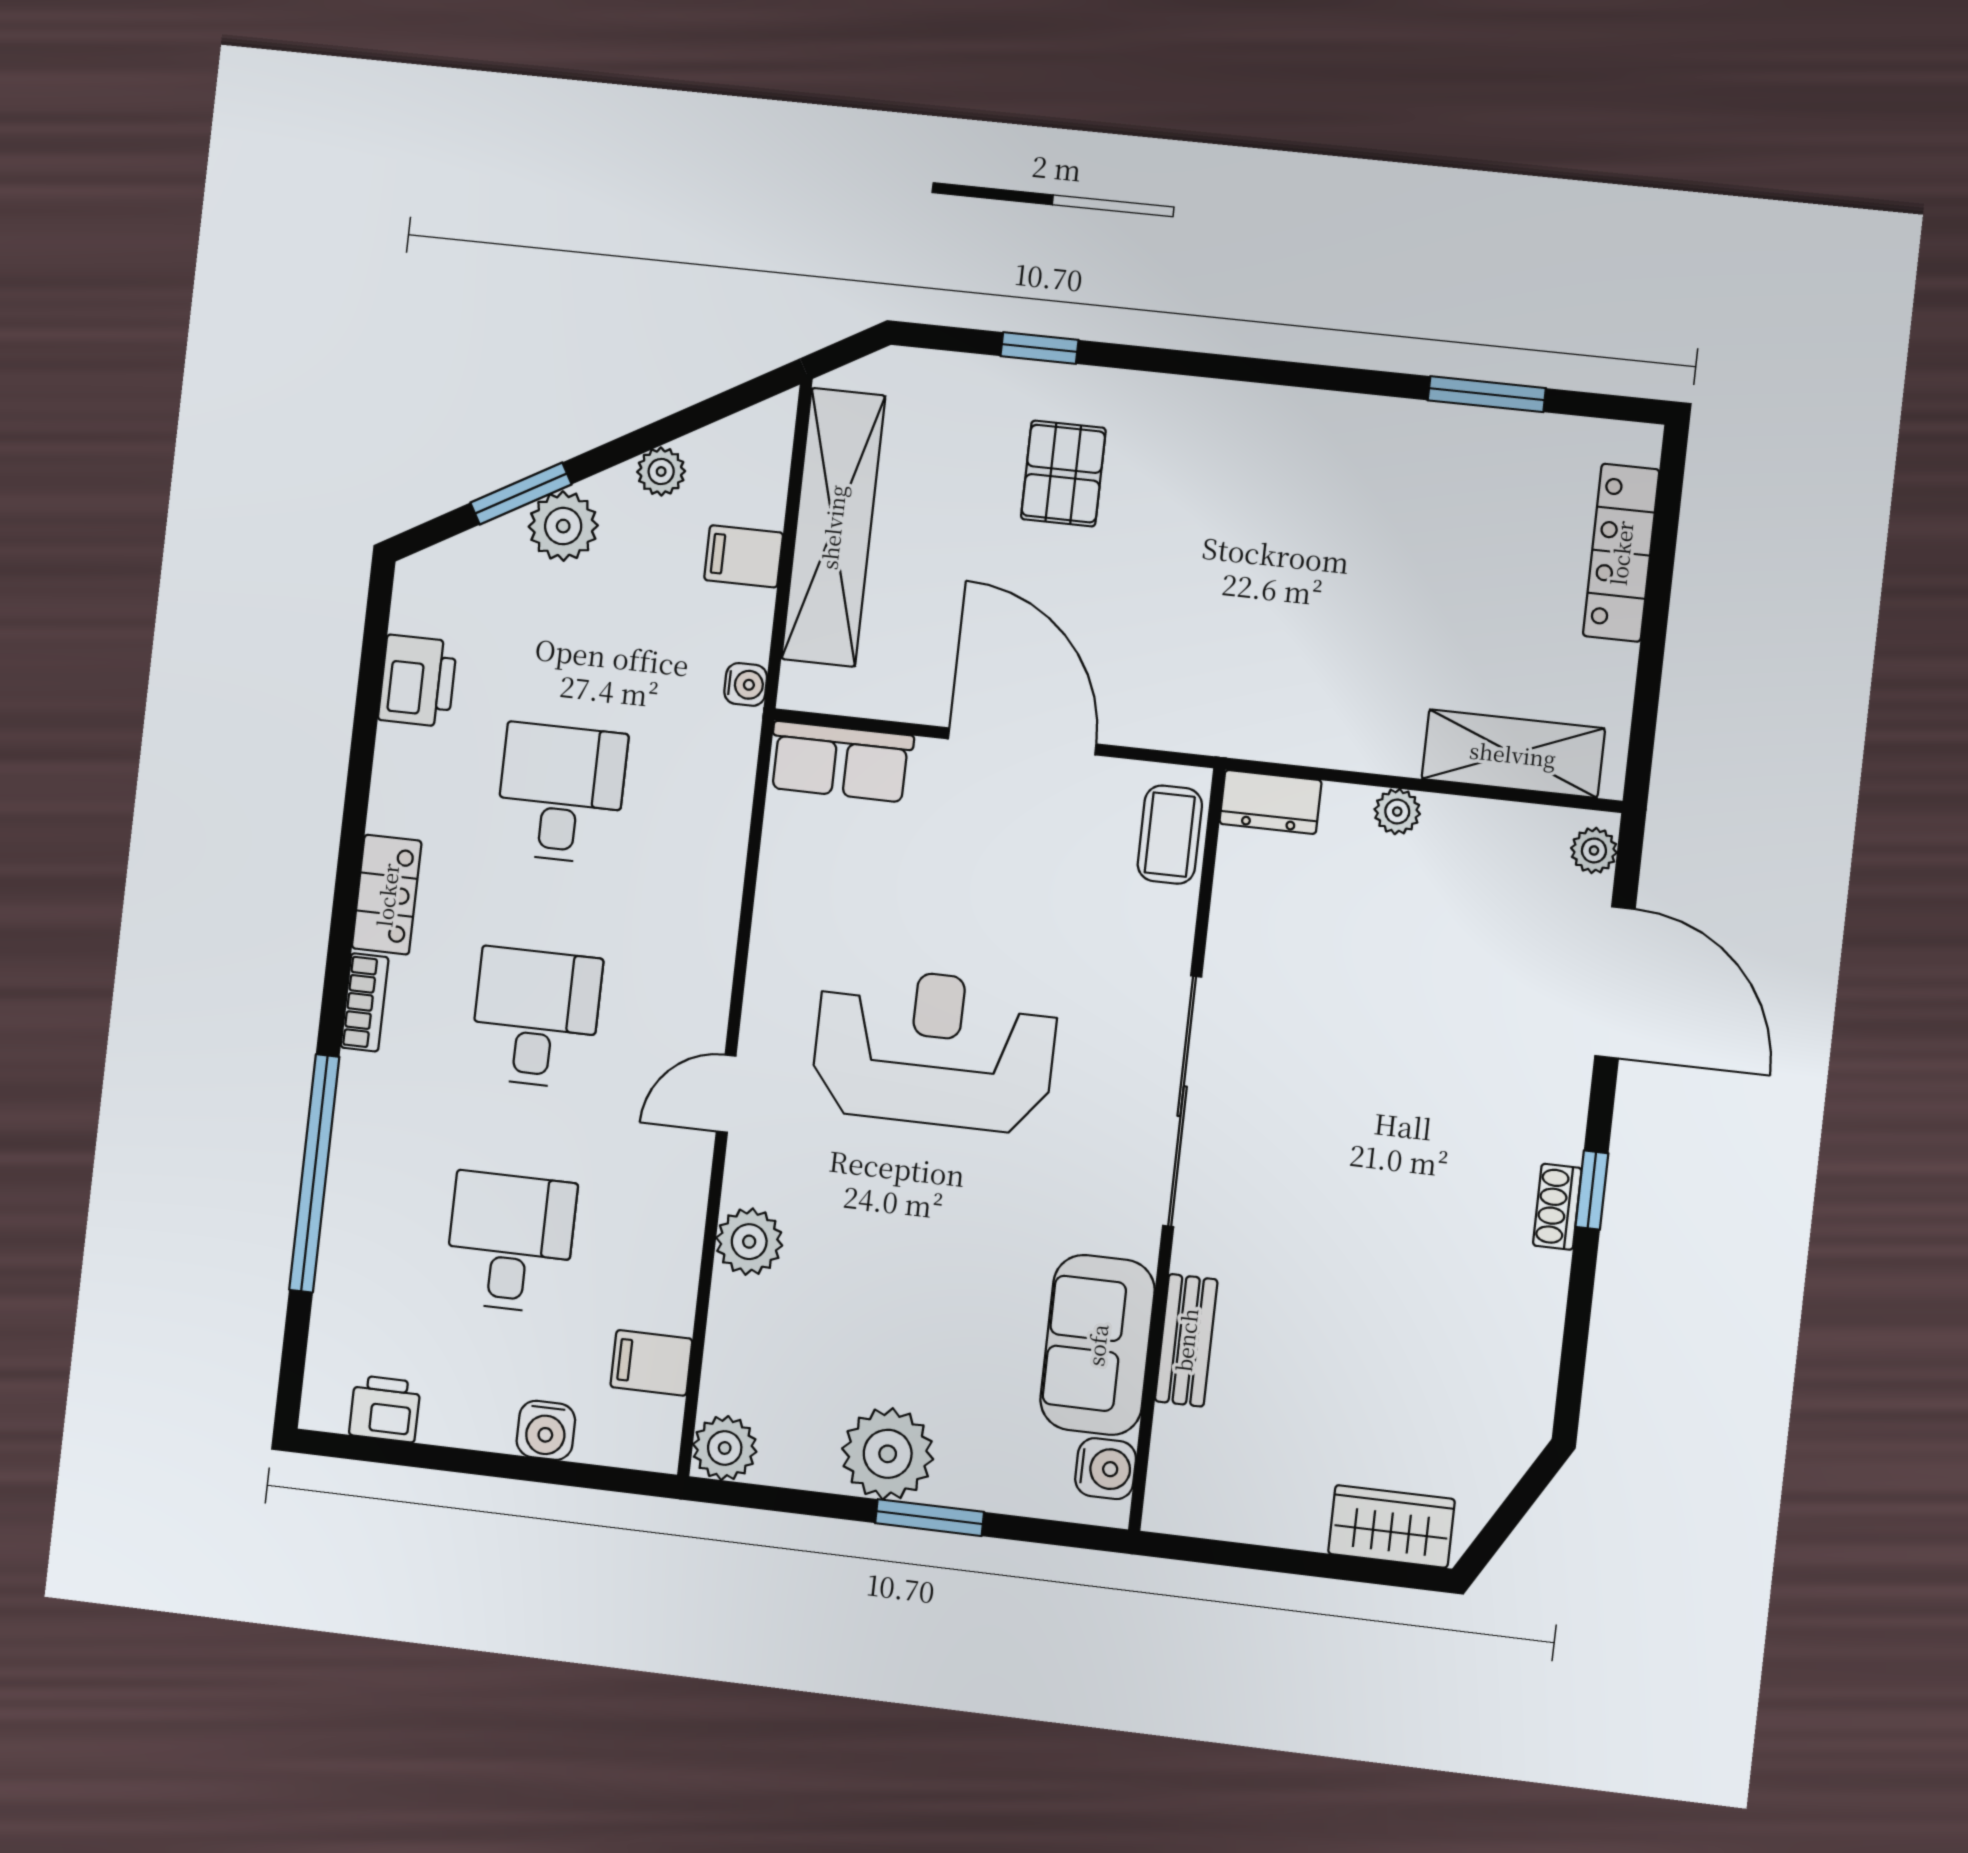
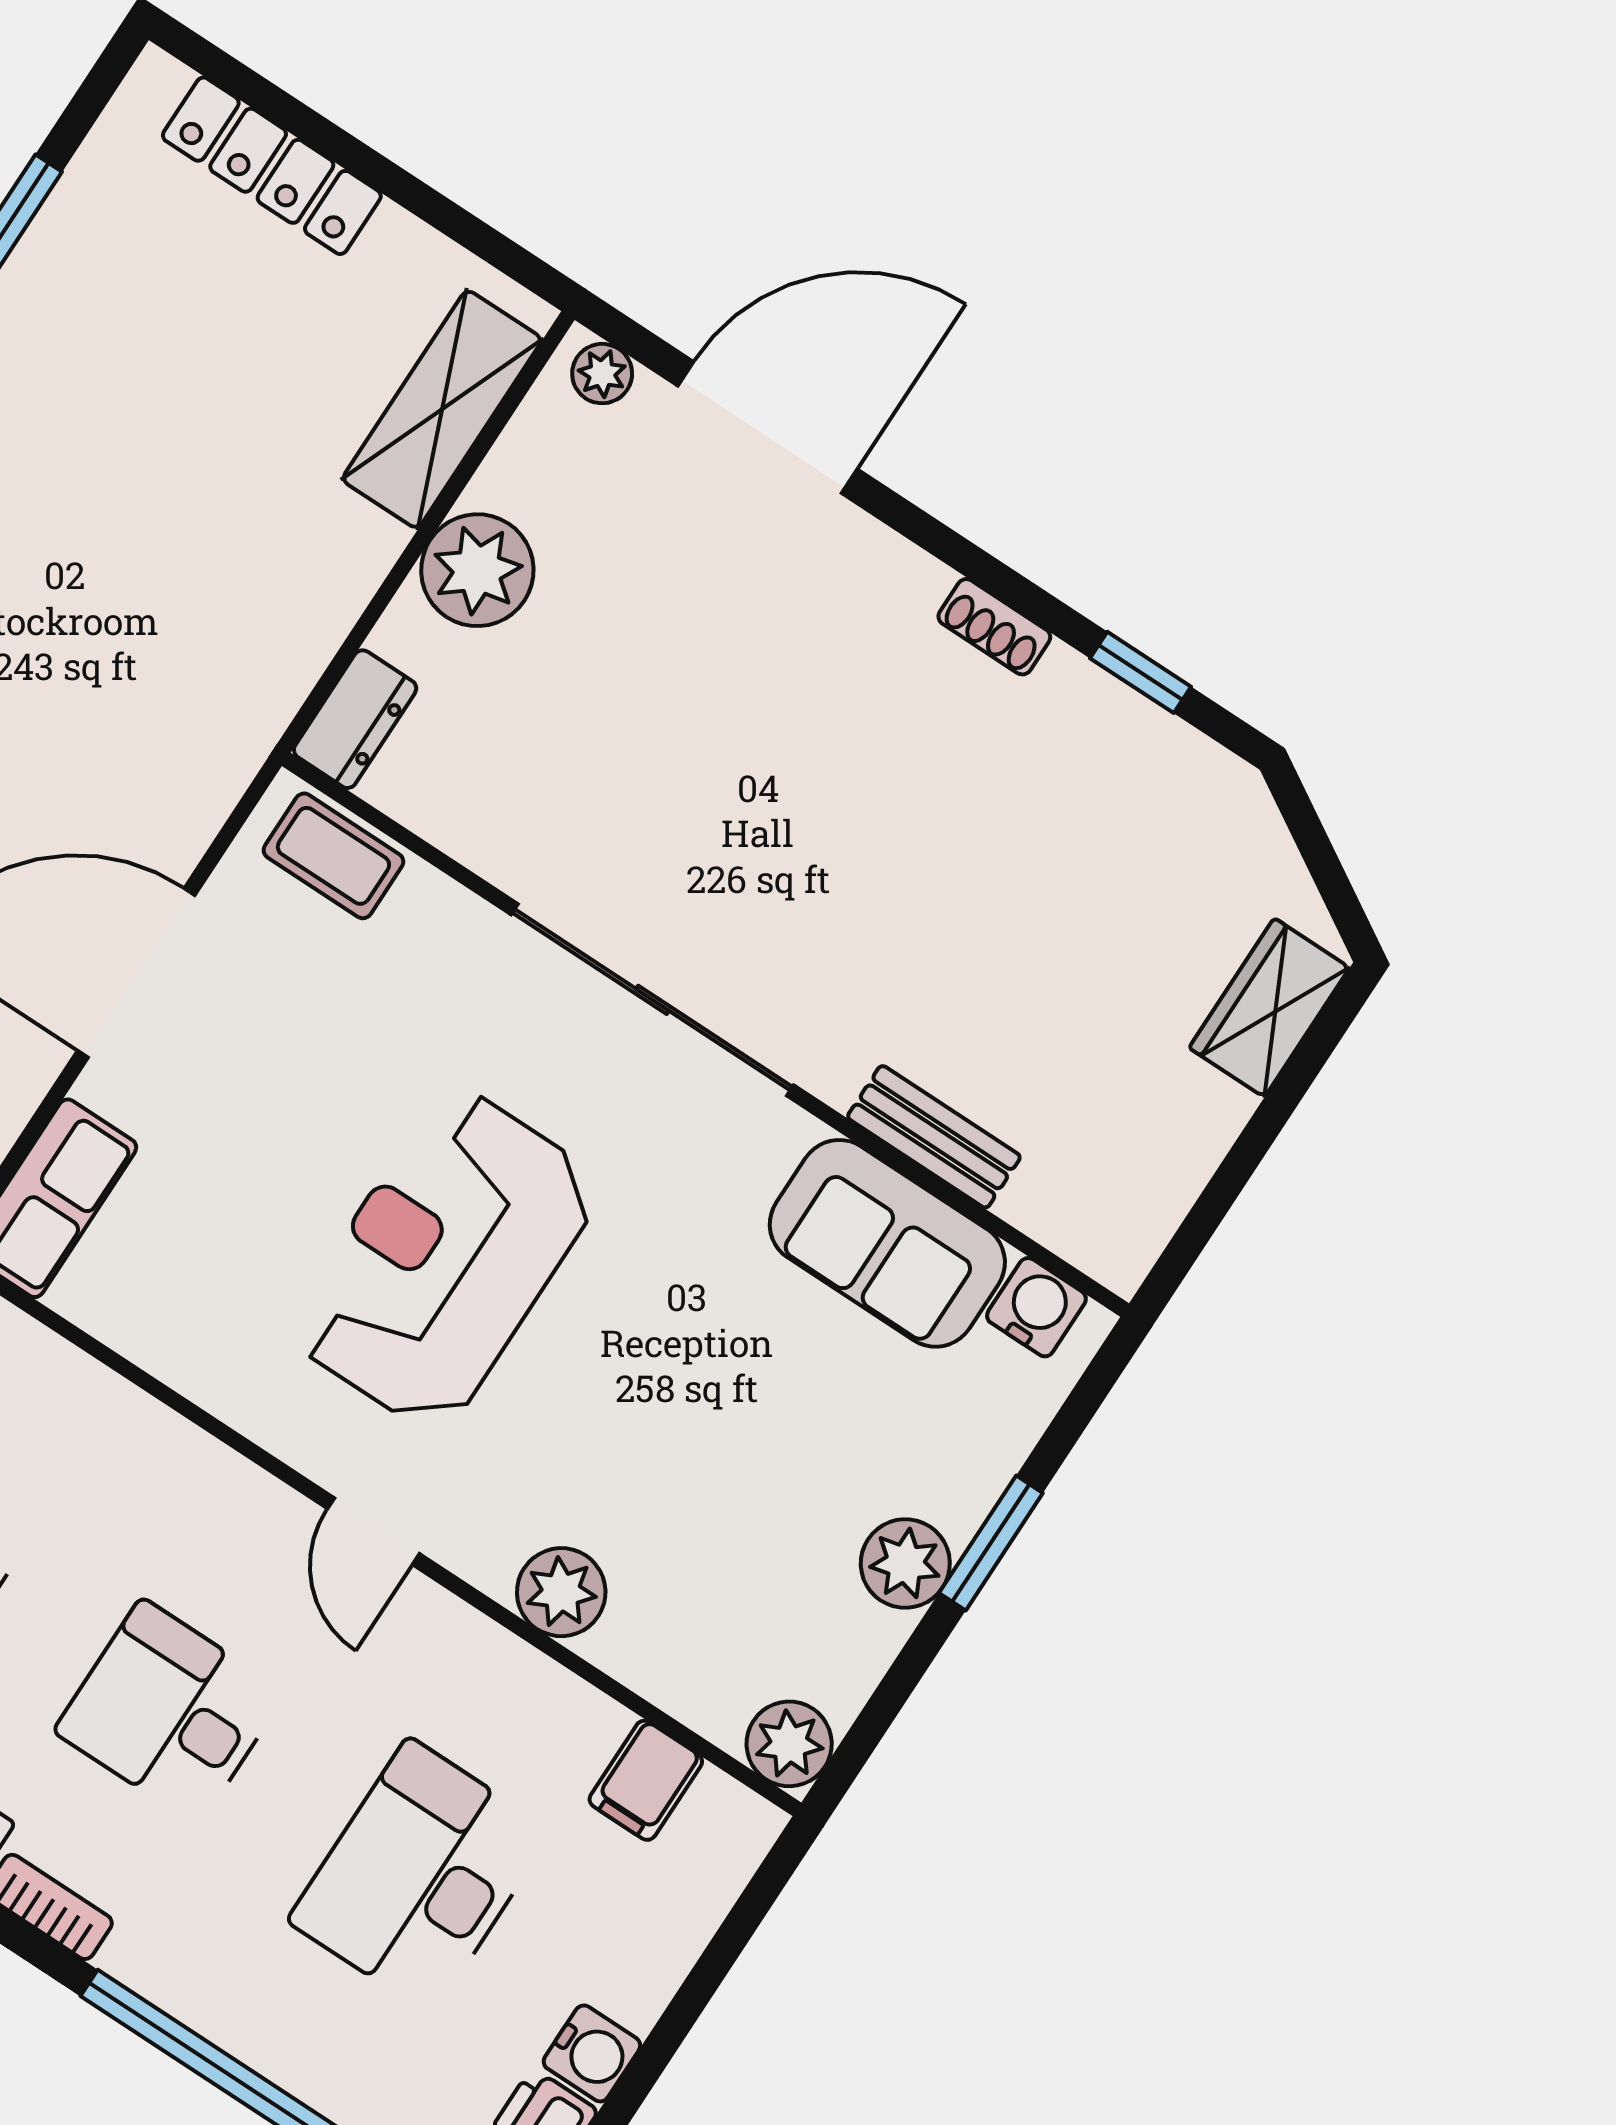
plant: (1397, 812) -> (477, 570), width x1.88, depth x1.88
window: (1592, 1190) -> (1141, 672), moved
desk: (510, 1242) -> (420, 1876), width x1.37
water cooler: (546, 1430) -> (592, 2053), moved
plant: (888, 1454) -> (905, 1563), width x0.73, depth x0.73

